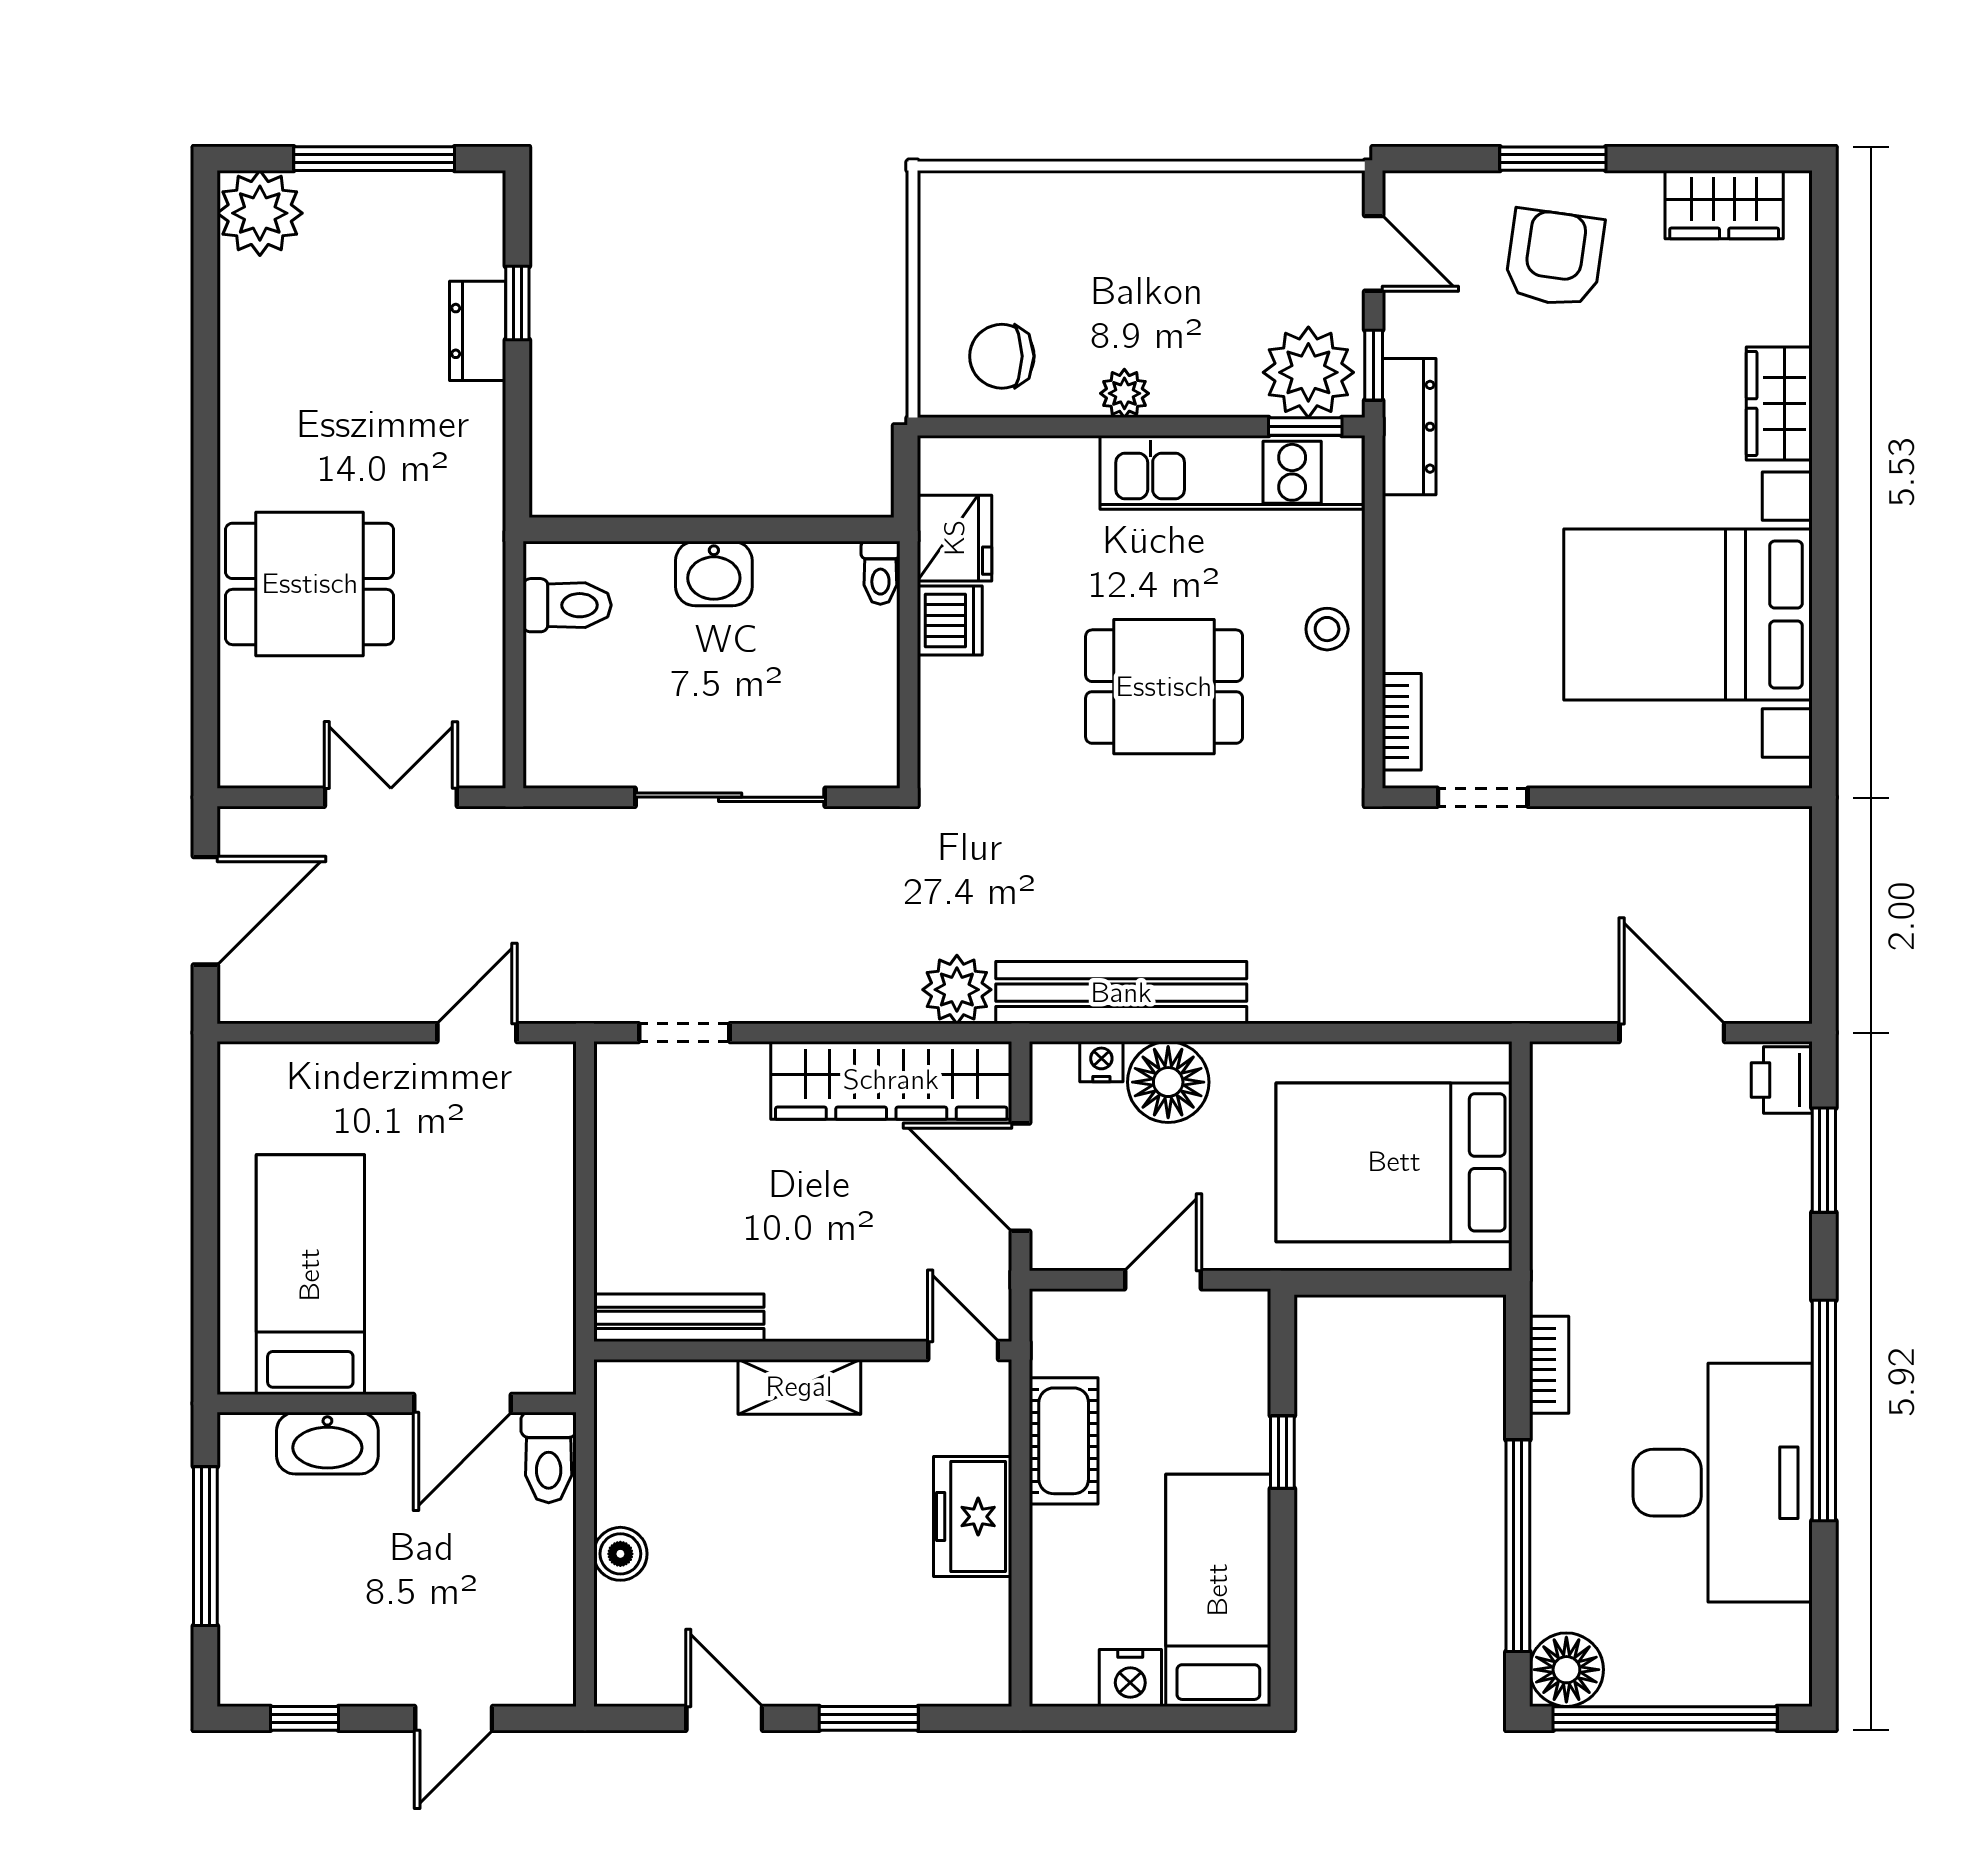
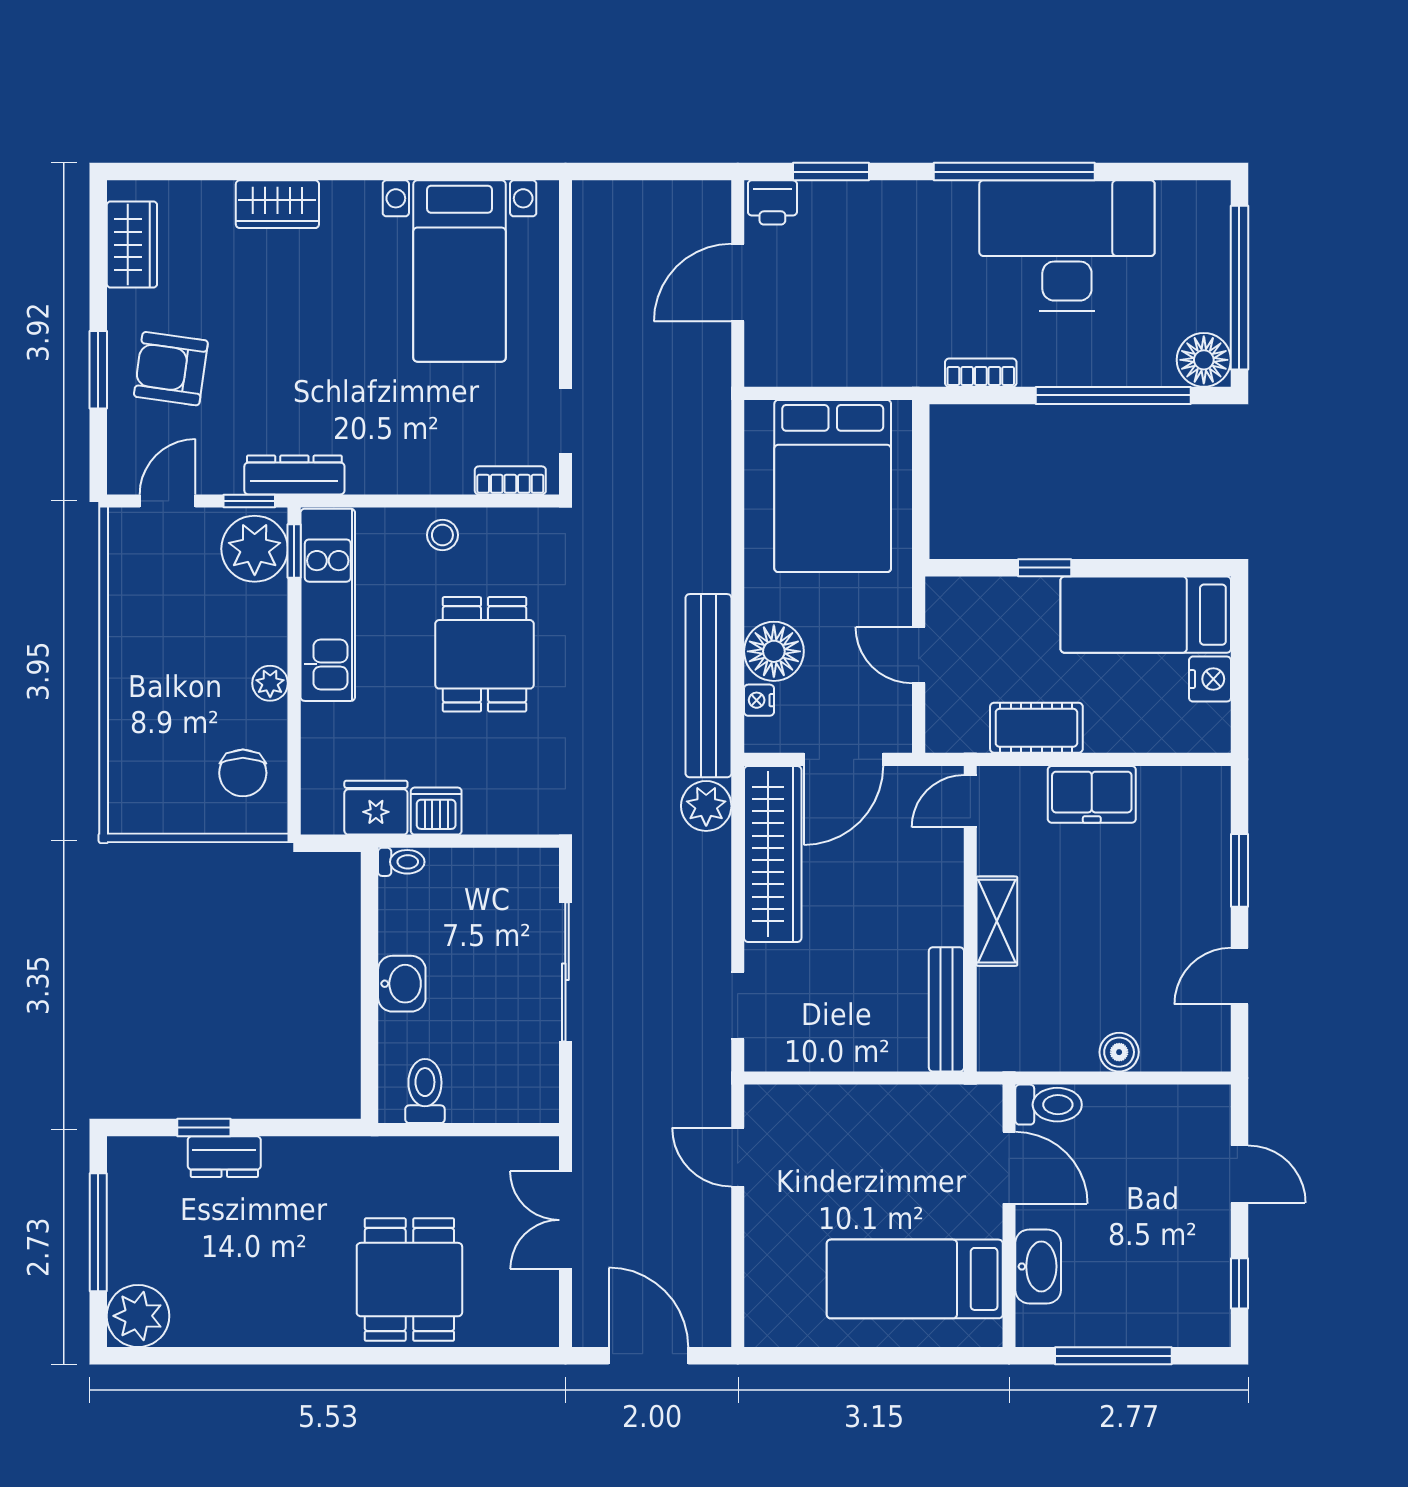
bed with nightstands: (1688, 615) -> (459, 271), width x0.73

